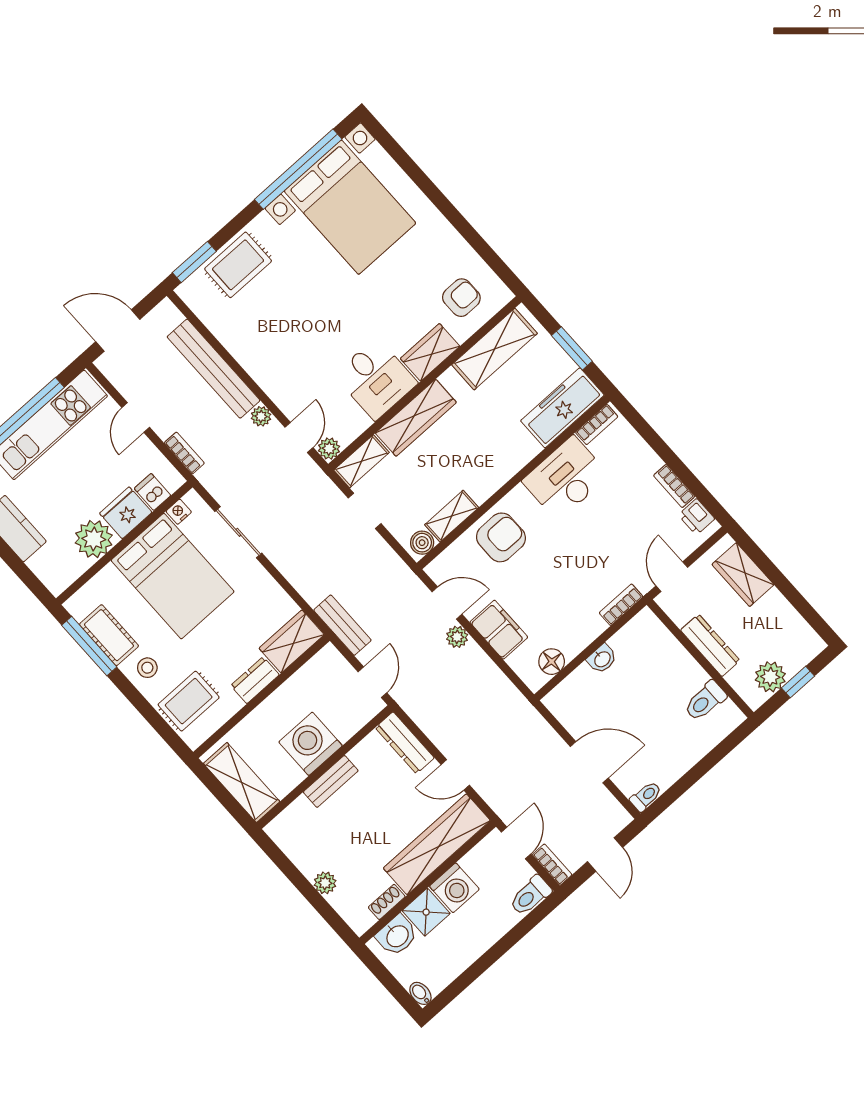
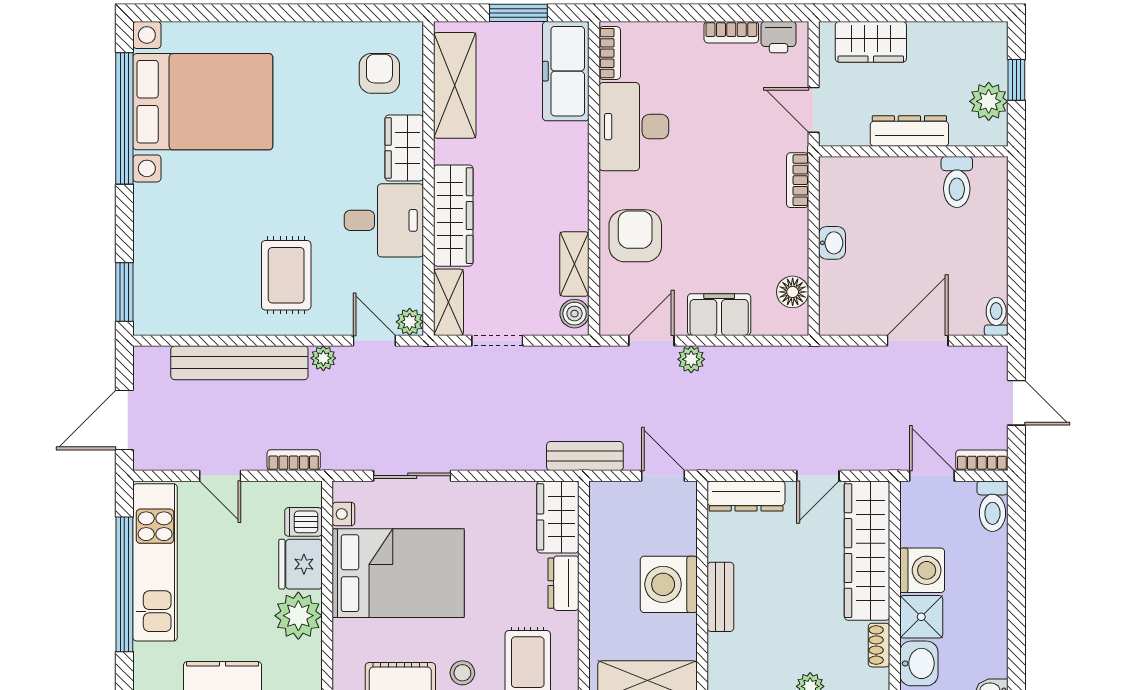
rug: (238, 265) -> (286, 275), moved

